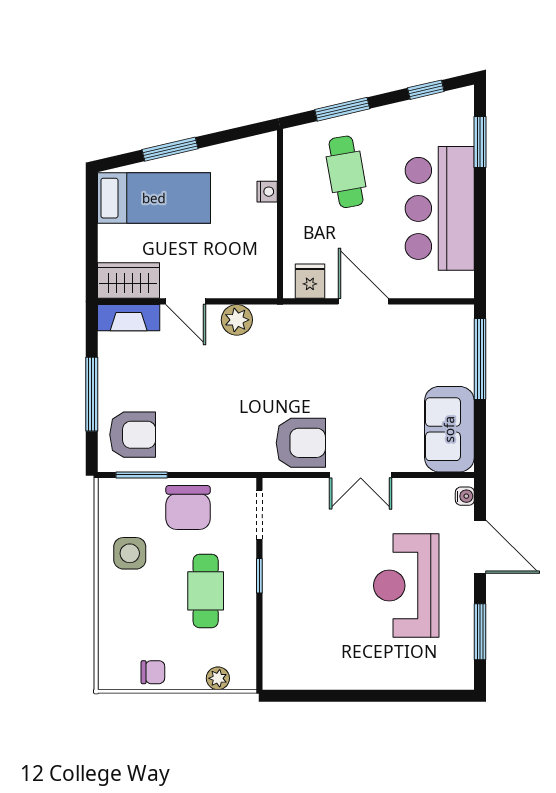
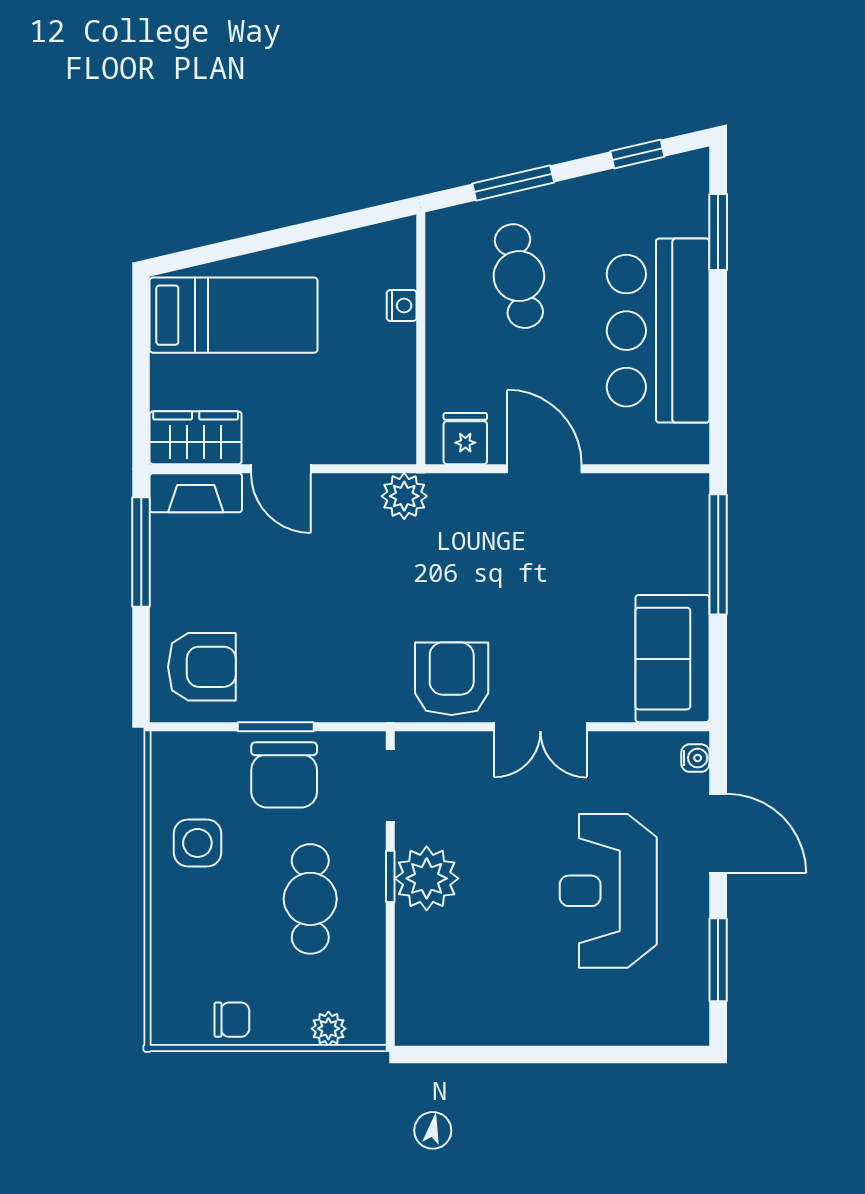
window: (170, 149) -> (257, 242), removed
plant: (237, 320) -> (404, 496), moved
window: (92, 394) -> (141, 552), moved
armchair: (301, 443) -> (452, 679), turned -90
window: (142, 475) -> (276, 727), moved
plant: (284, 577) -> (427, 878), added

